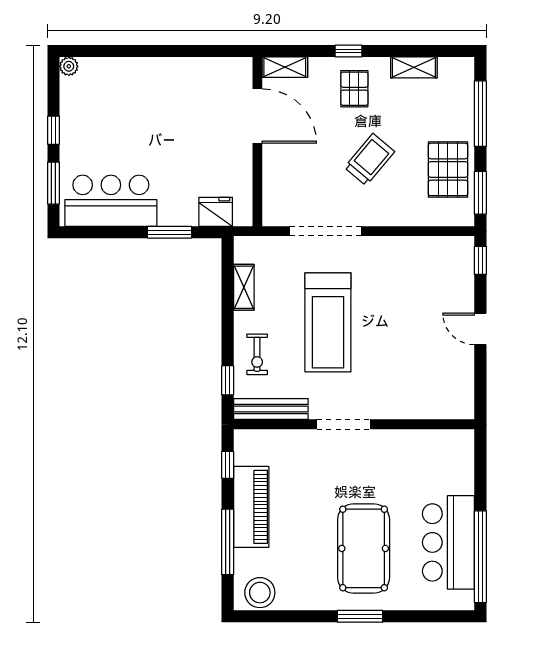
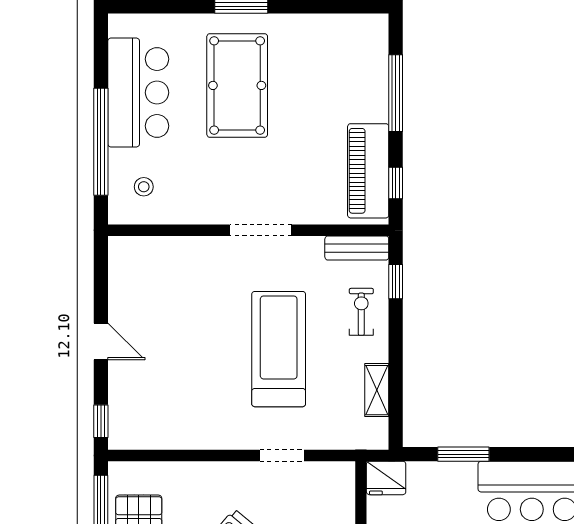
fridge: (216, 212) -> (386, 478), moved
doorway: (325, 231) -> (282, 456), width x0.53
bench: (271, 409) -> (357, 248), width x0.73
piano: (251, 507) -> (368, 171), moved
window: (480, 557) -> (101, 142), moved
stool: (260, 593) -> (144, 187), moved, width x0.53, depth x0.53

